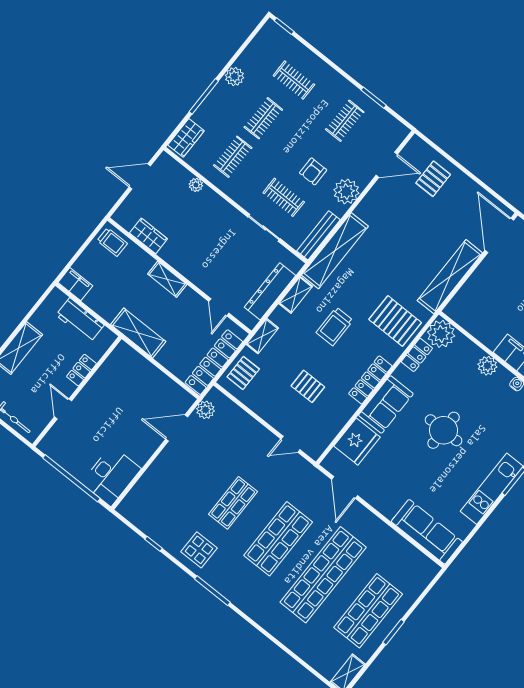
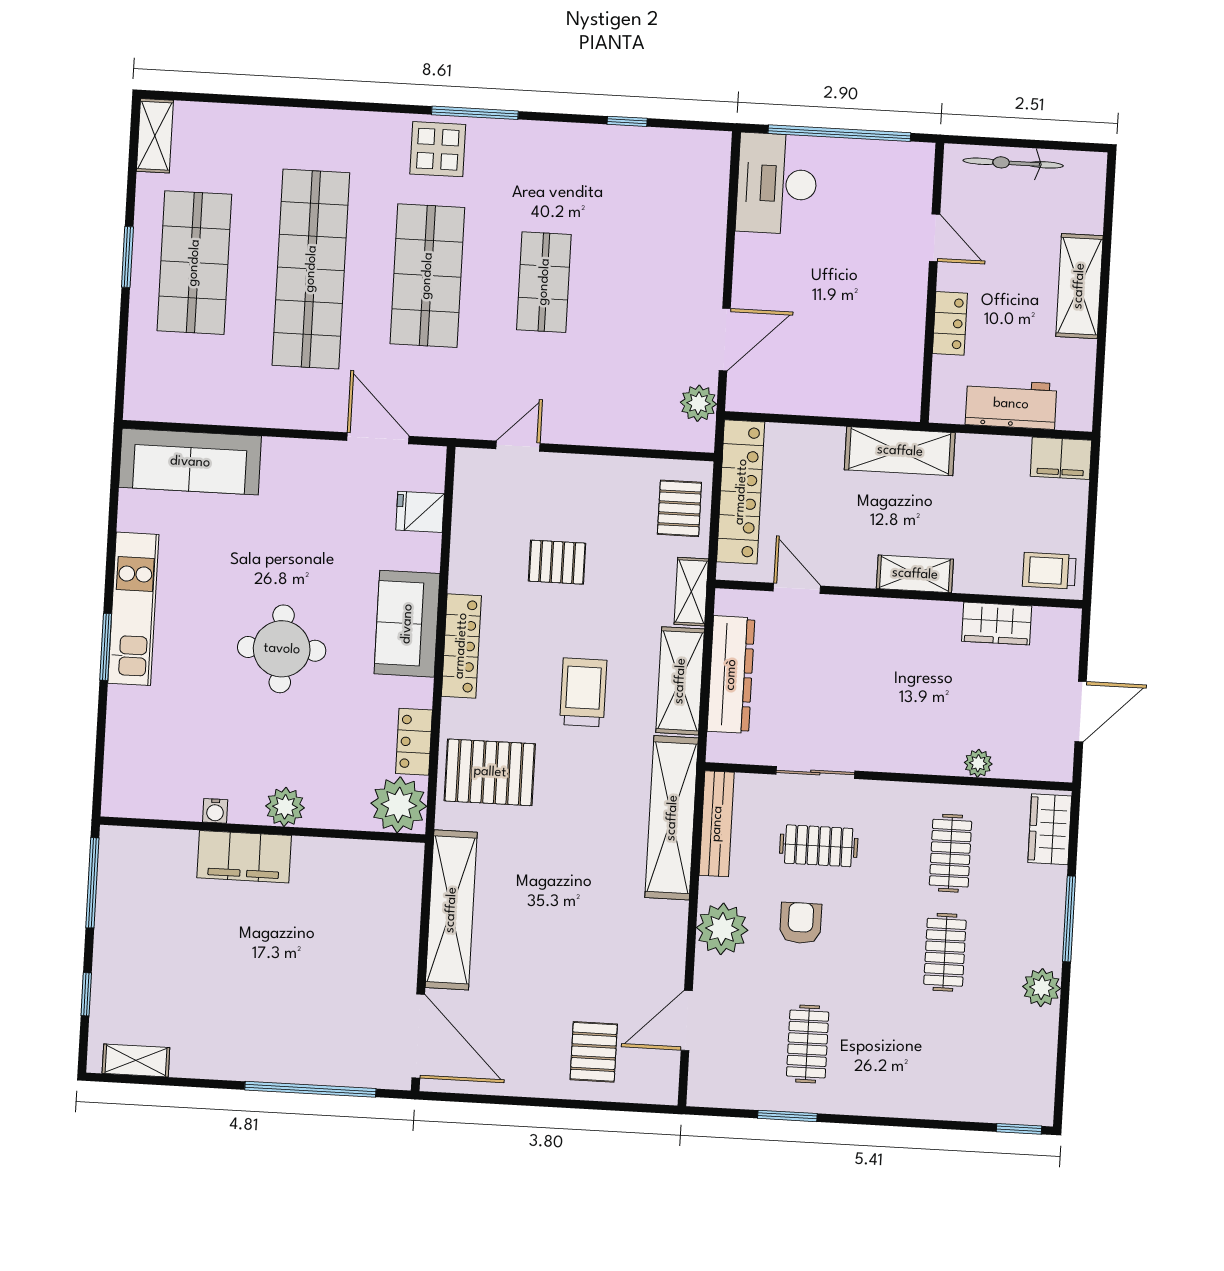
clothes rail: (294, 80) -> (939, 1051), removed
shelving: (296, 295) -> (680, 681), width x1.50, depth x1.33
fridge: (357, 442) -> (420, 512), width x0.53, depth x0.75
display table: (199, 550) -> (438, 149), moved

